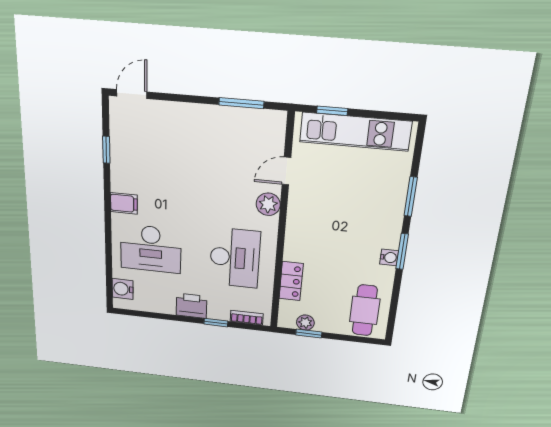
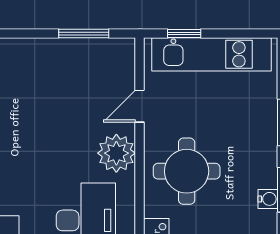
plant: (268, 204) -> (116, 153), width x1.36, depth x1.36
round table: (322, 228) -> (187, 171), added

